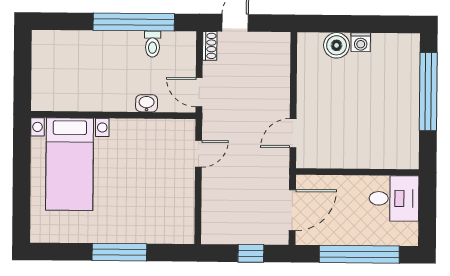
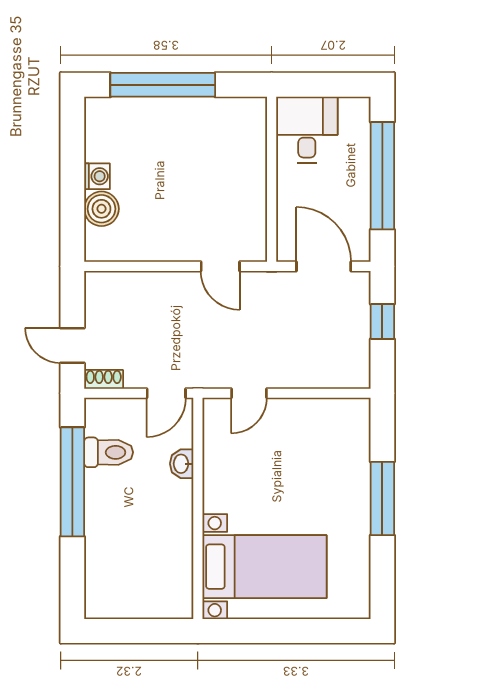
toilet: (153, 44) -> (109, 452), width x1.37, depth x1.39
door: (198, 154) -> (249, 393), swing flipped

